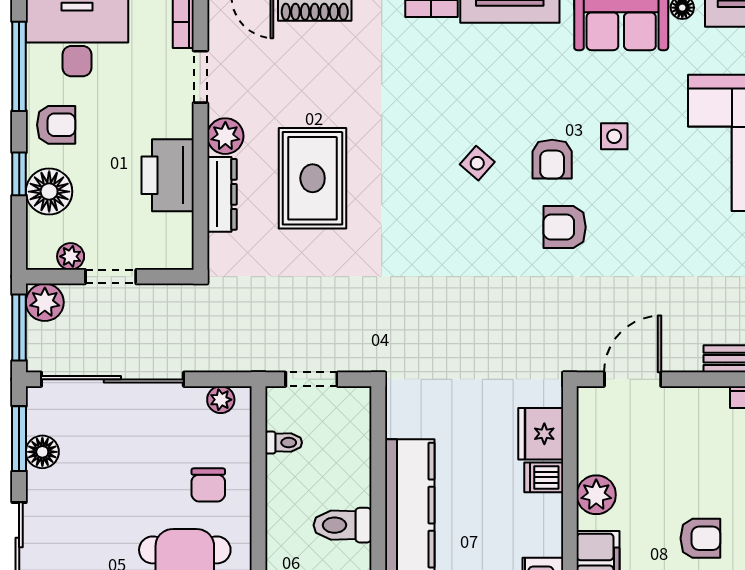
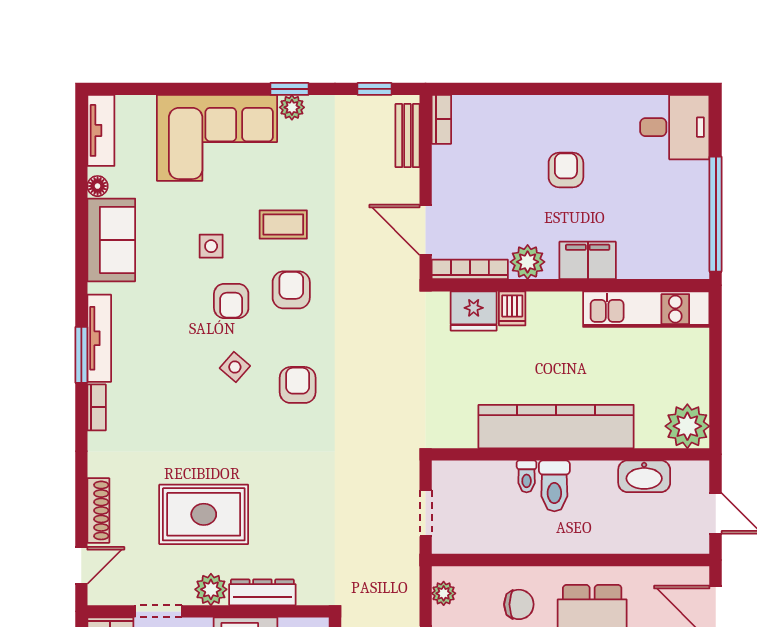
armchair: (552, 159) -> (231, 301), turned 90
rug: (313, 178) -> (204, 514), moved
coffee table: (639, 218) -> (283, 225), added
armchair: (565, 227) -> (291, 290), turned 180
armchair: (457, 234) -> (298, 385), added
bookcase: (588, 429) -> (470, 269), added
toilet: (284, 443) -> (527, 476), moved, turned 180

